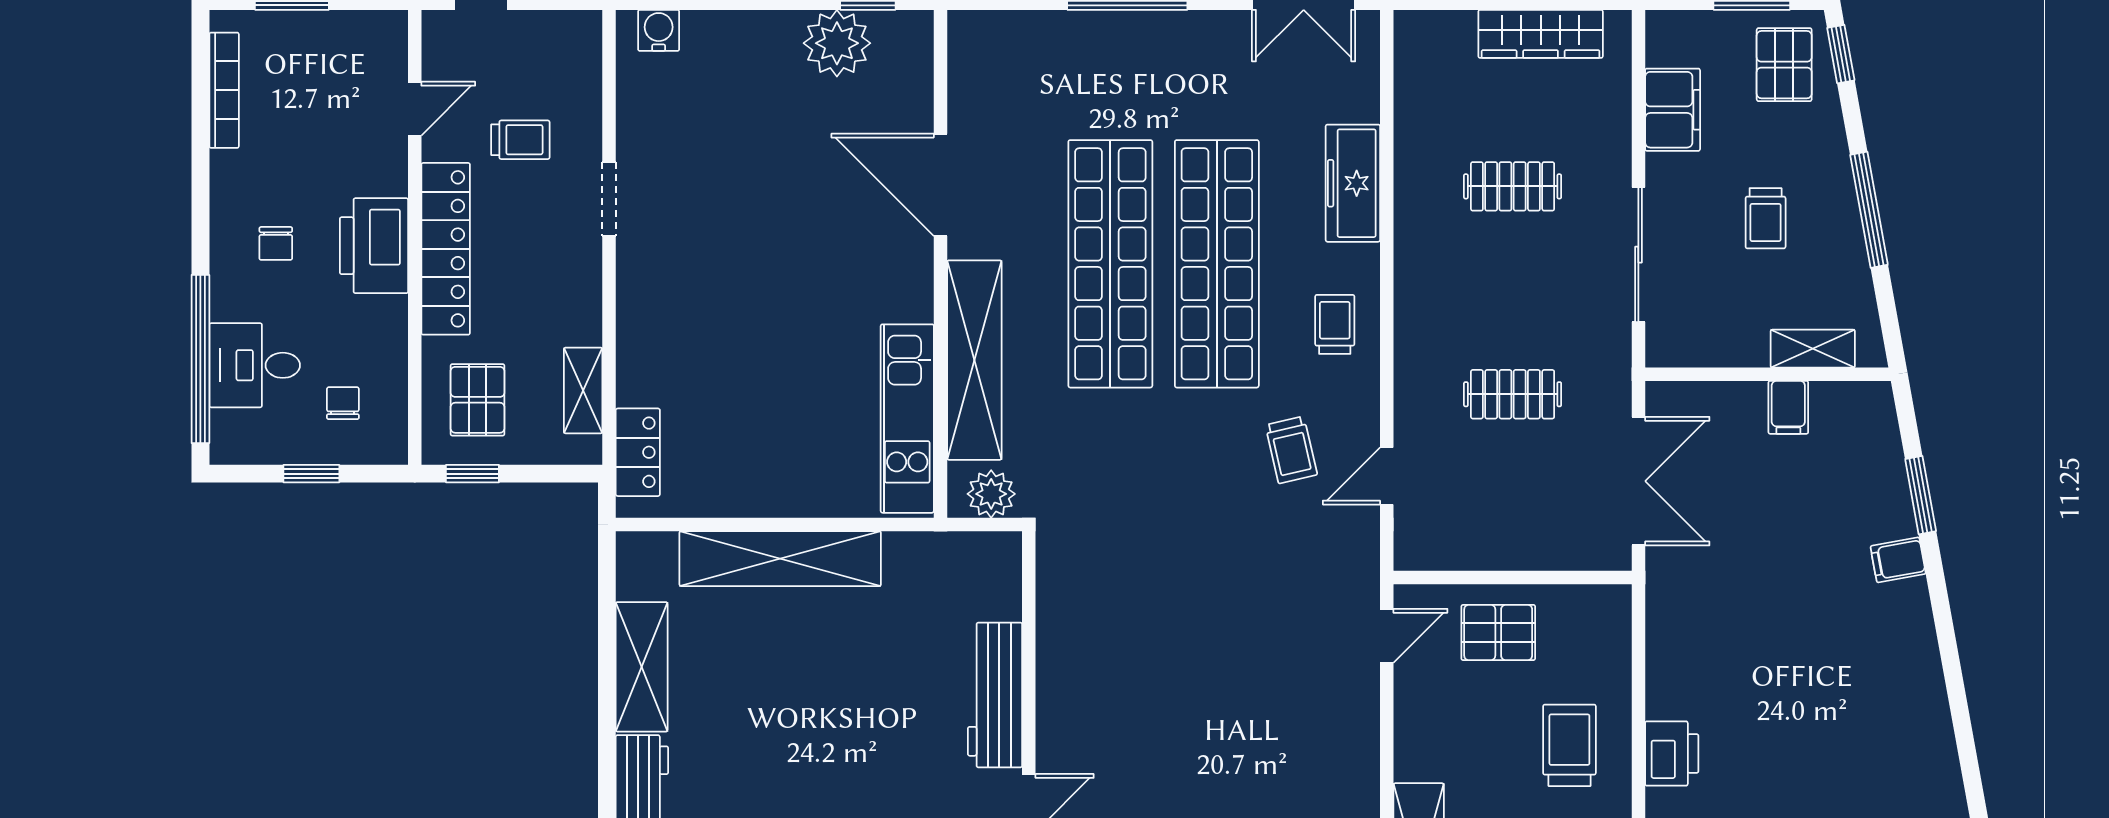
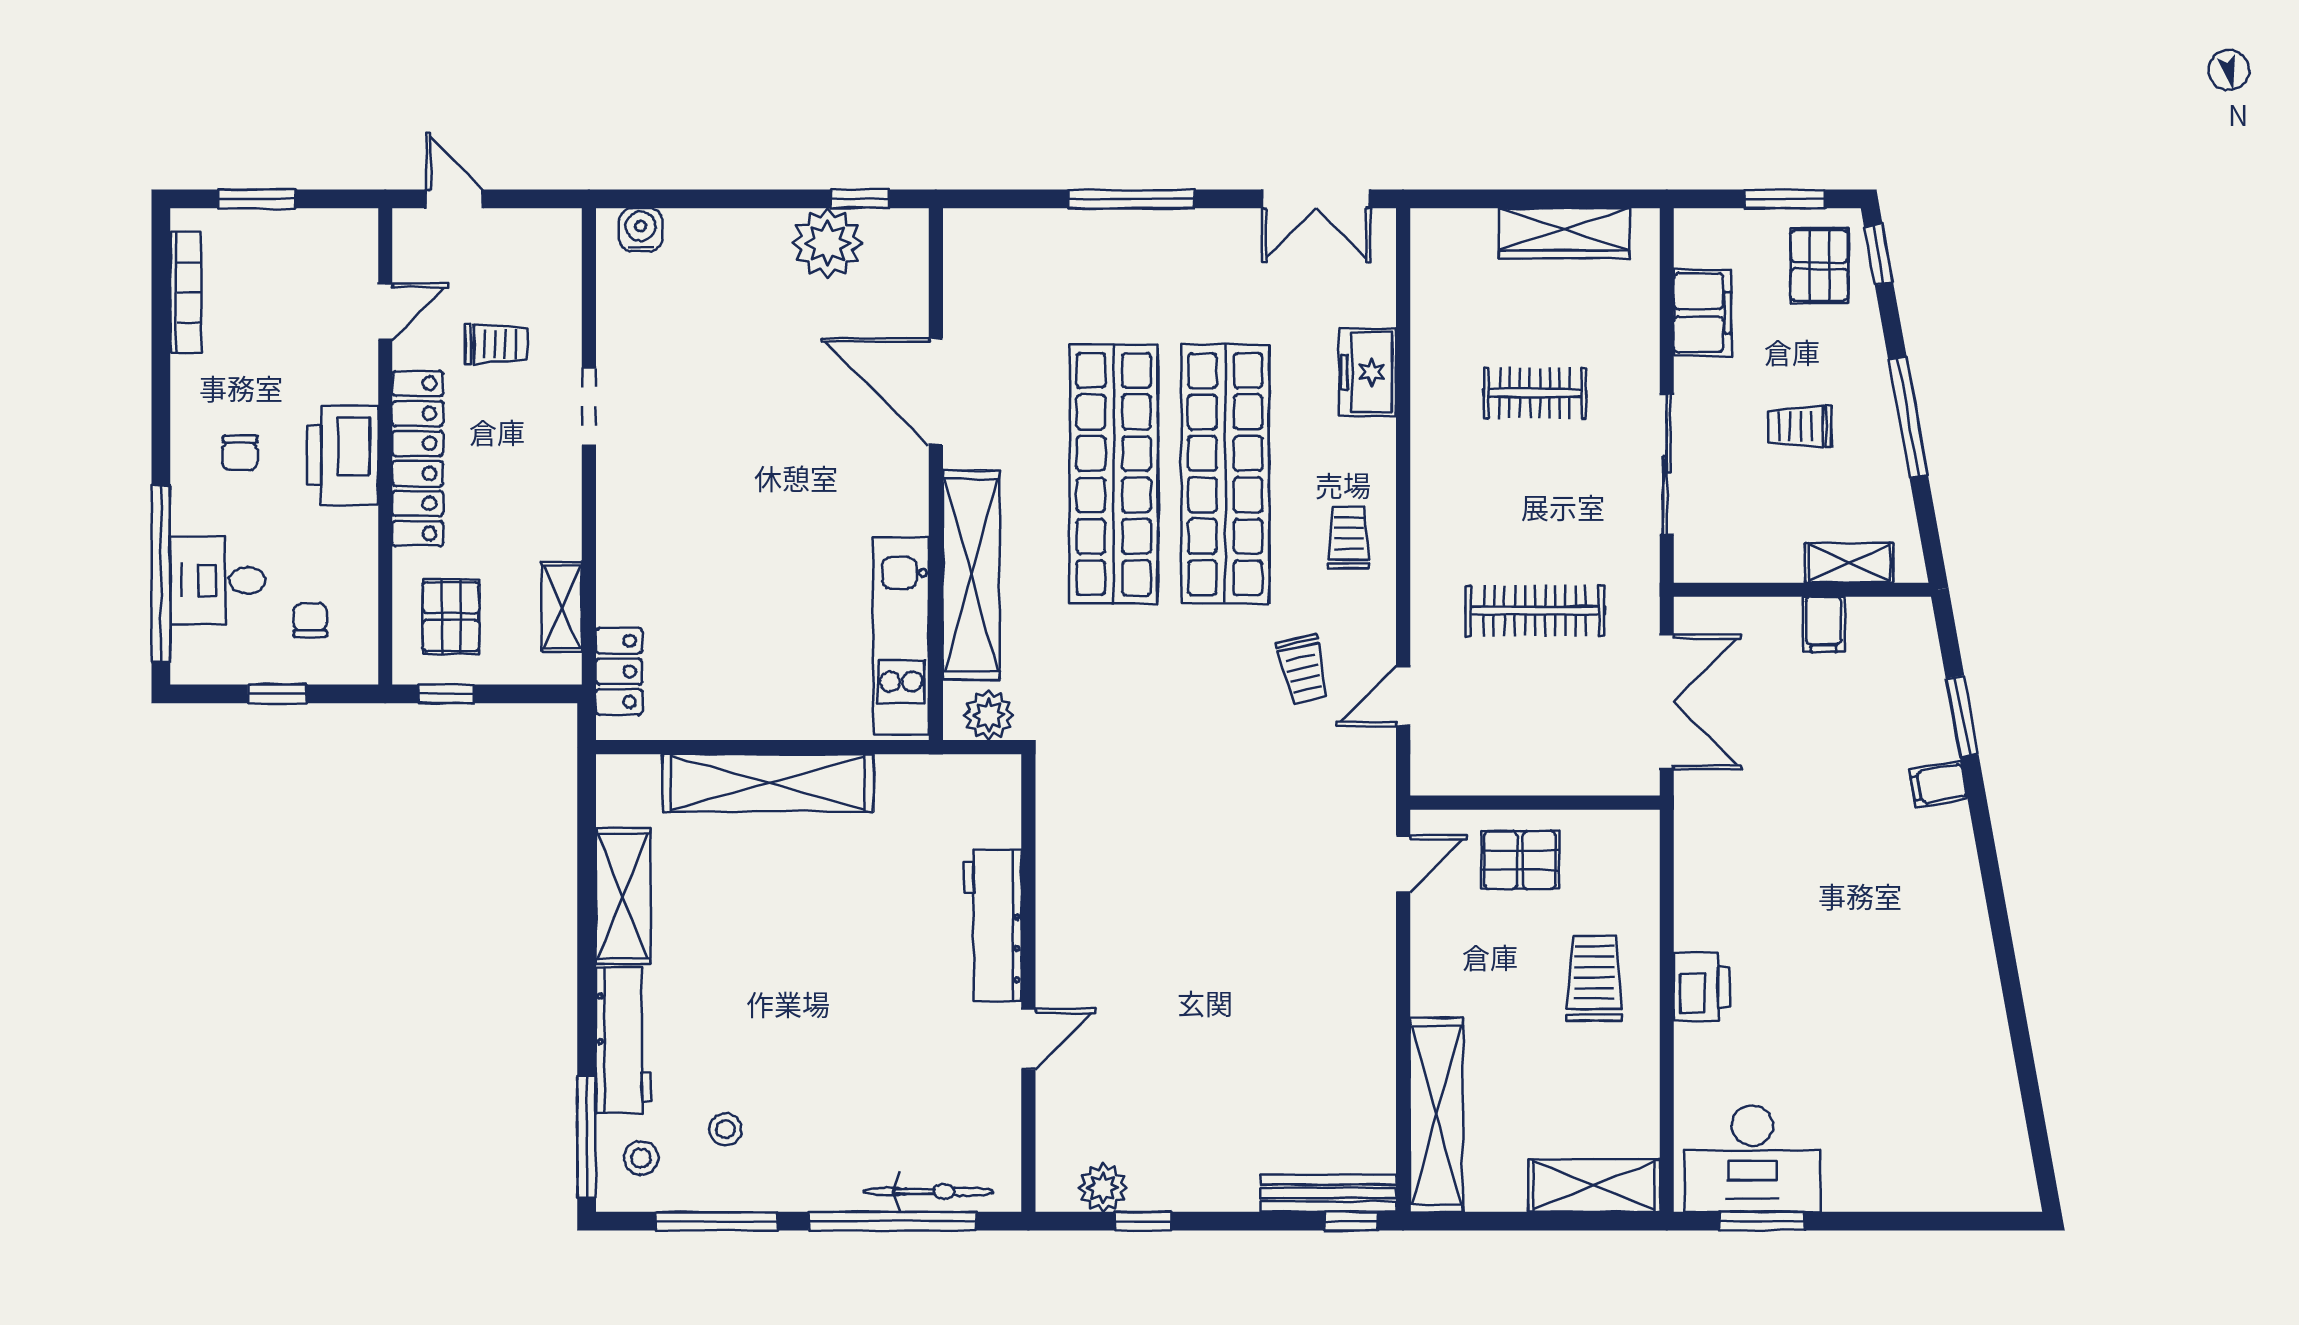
freezer: (1353, 183) -> (1368, 372), width x0.71
trolley: (1766, 218) -> (1800, 426), turned 90
clothes rail: (1513, 394) -> (1535, 611), width x1.36

